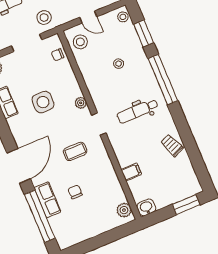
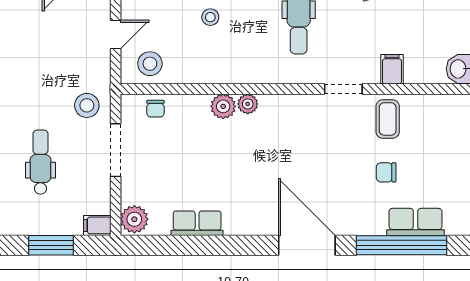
side table: (43, 102) -> (221, 164), removed
doorway: (99, 124) -> (343, 89), moved
coffee table: (75, 151) -> (388, 119), moved
row of seats: (47, 200) -> (416, 222), moved
plant: (124, 210) -> (223, 106), moved

